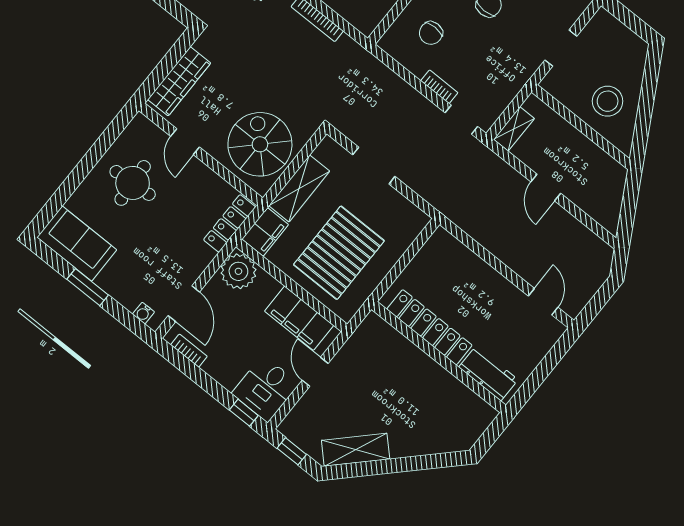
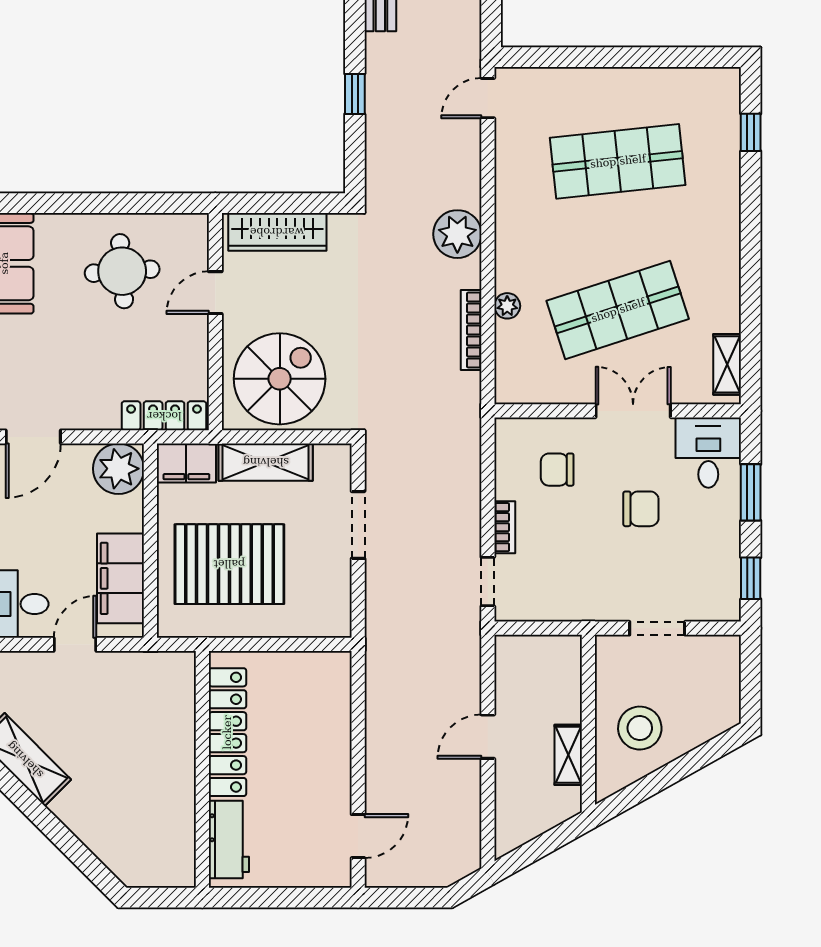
shelving: (514, 129) -> (568, 755), moved, turned 90

